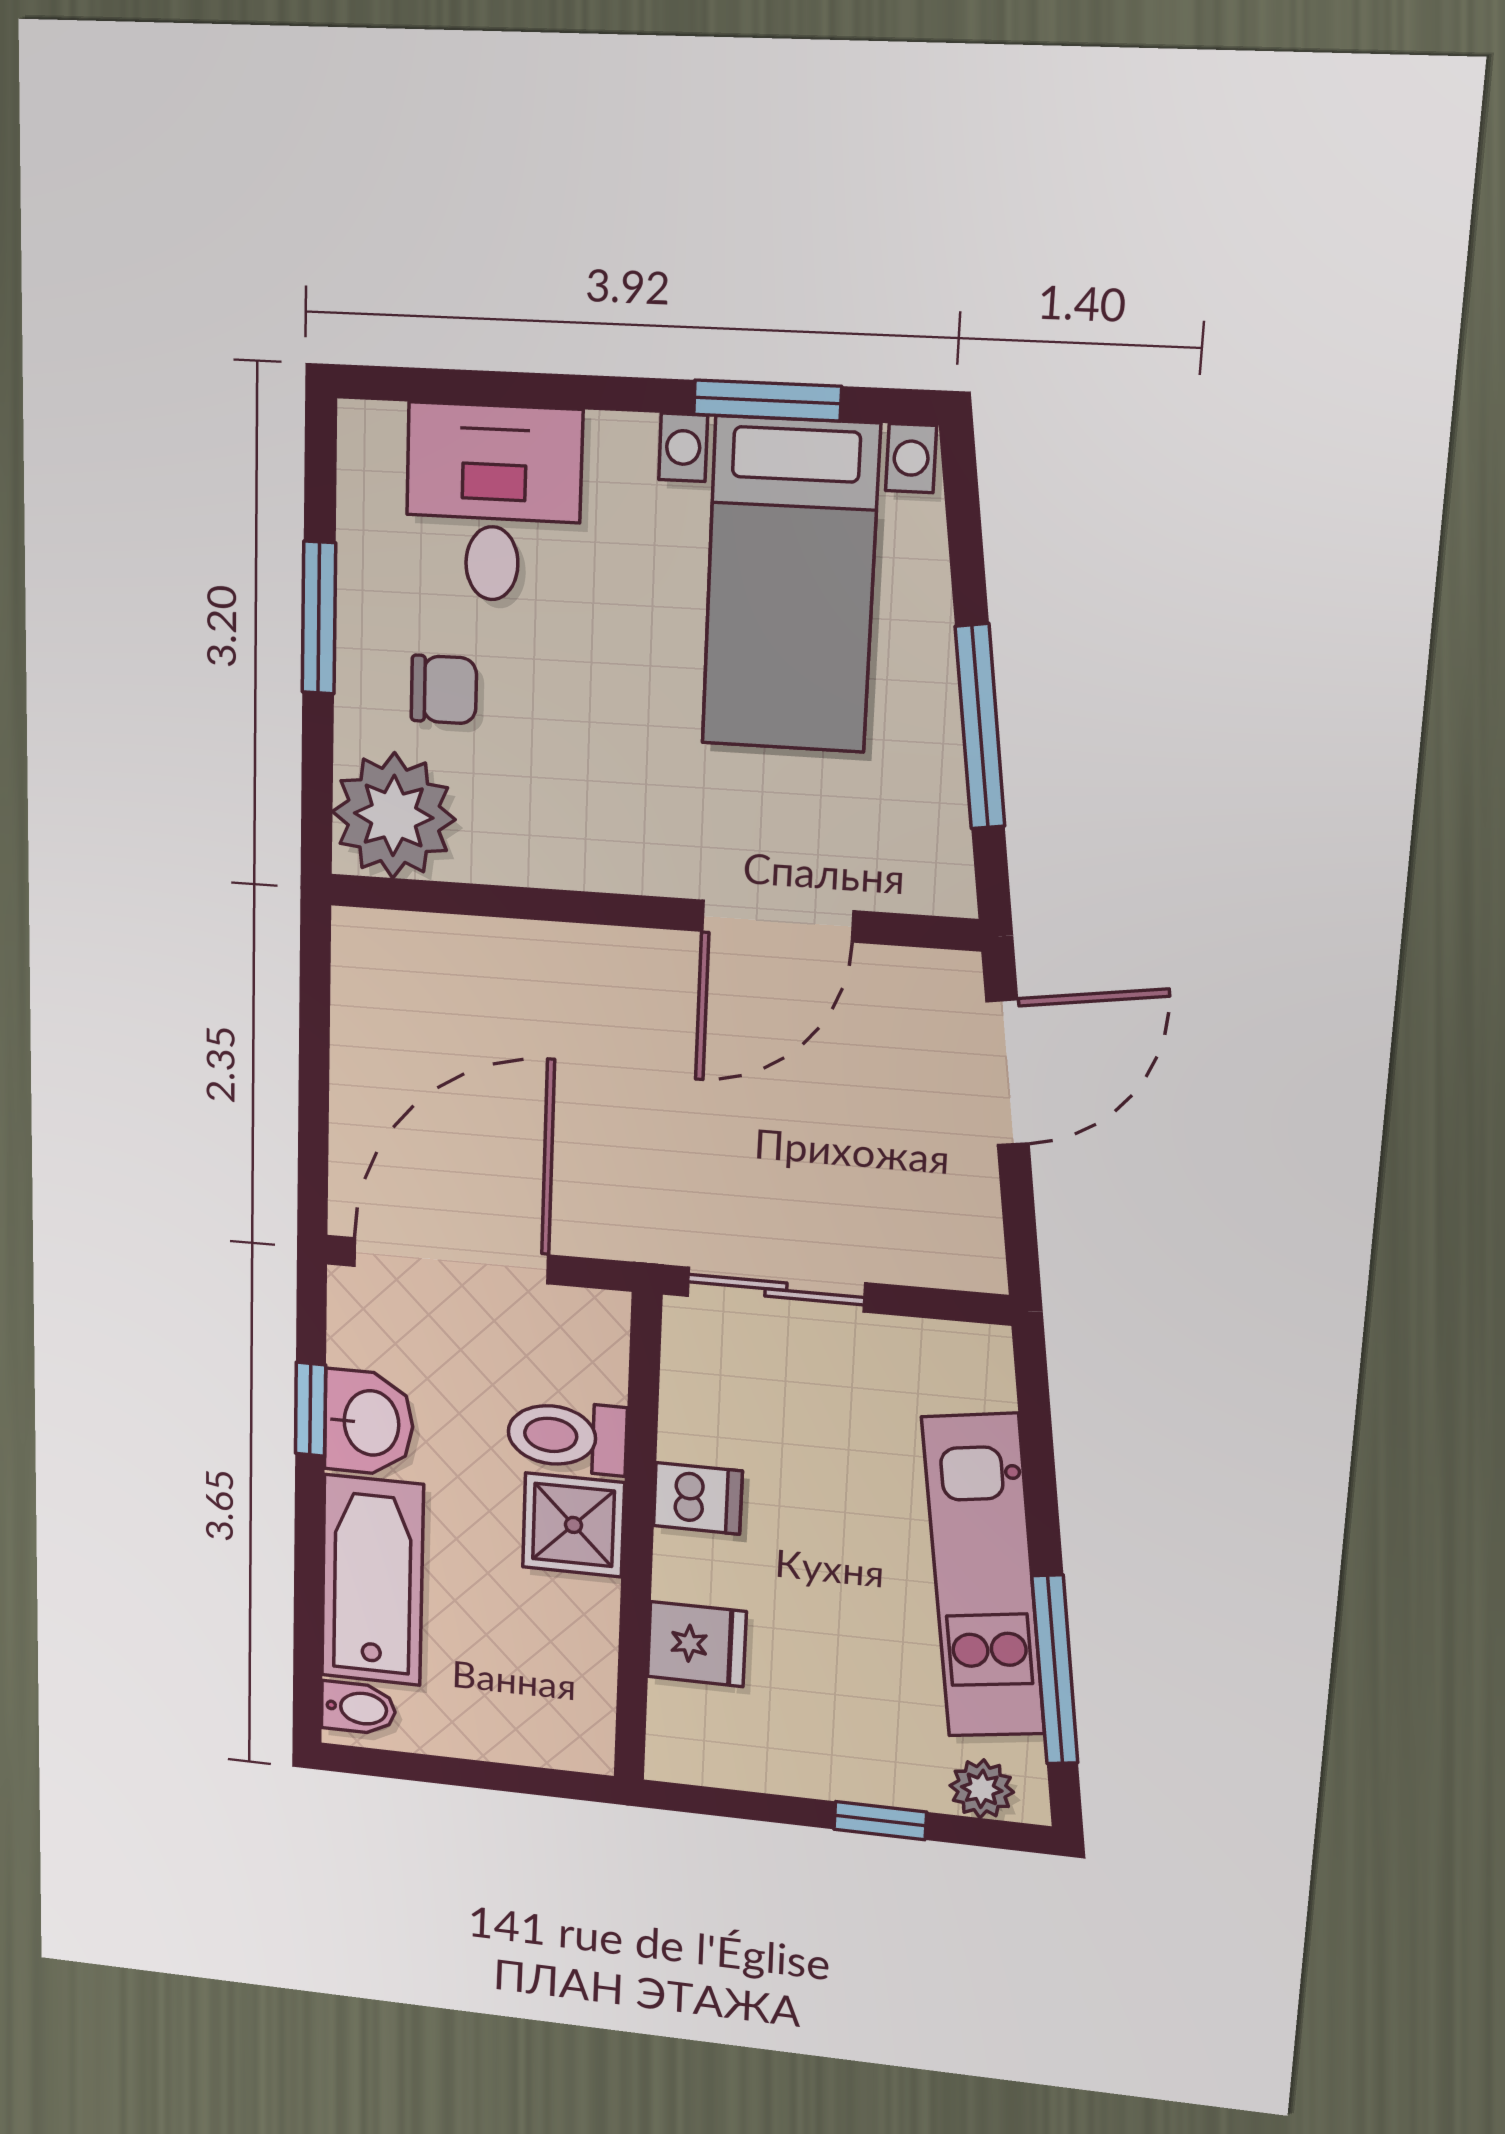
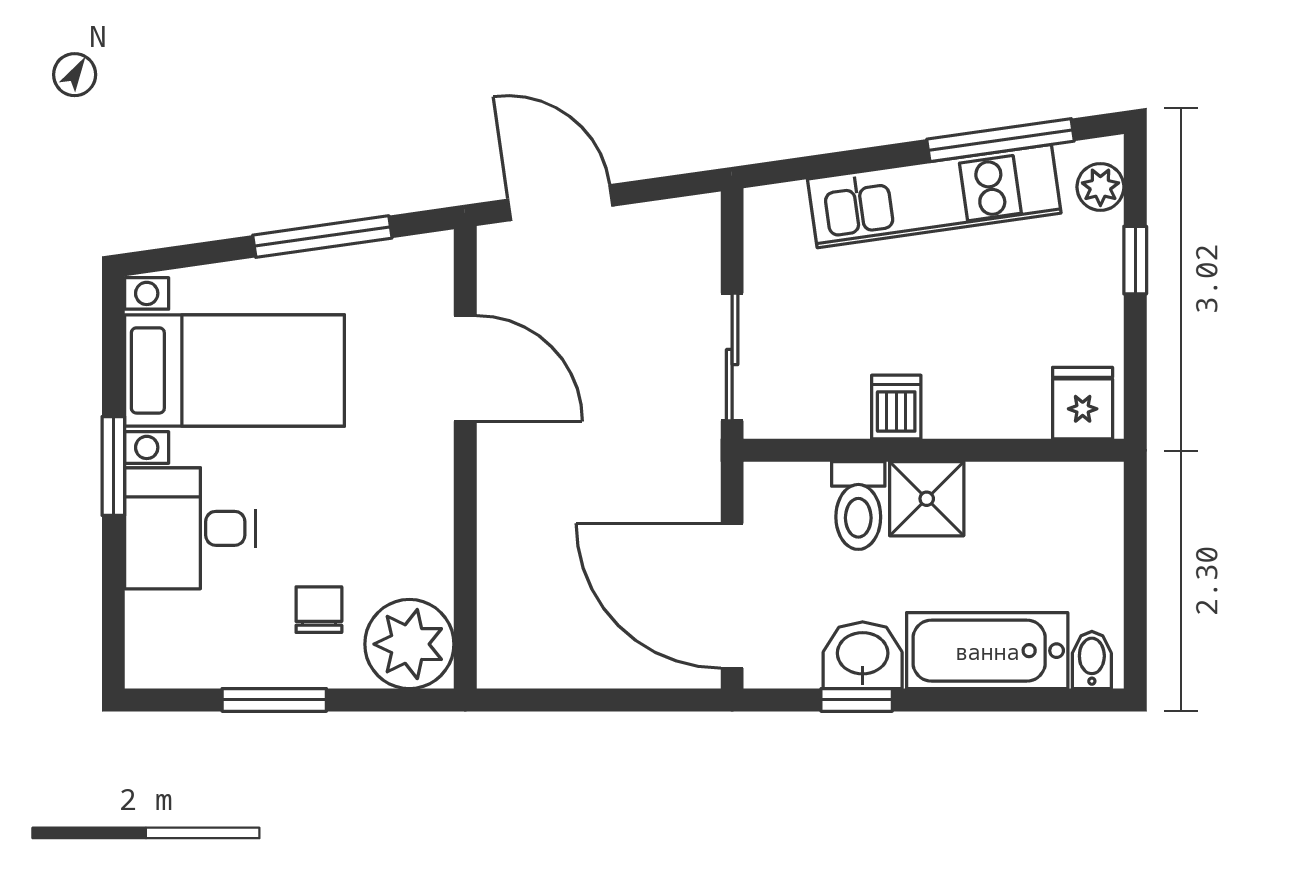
window: (767, 400) -> (113, 466), moved
desk: (493, 503) -> (190, 528), moved
fridge: (697, 1644) -> (1083, 403), moved

